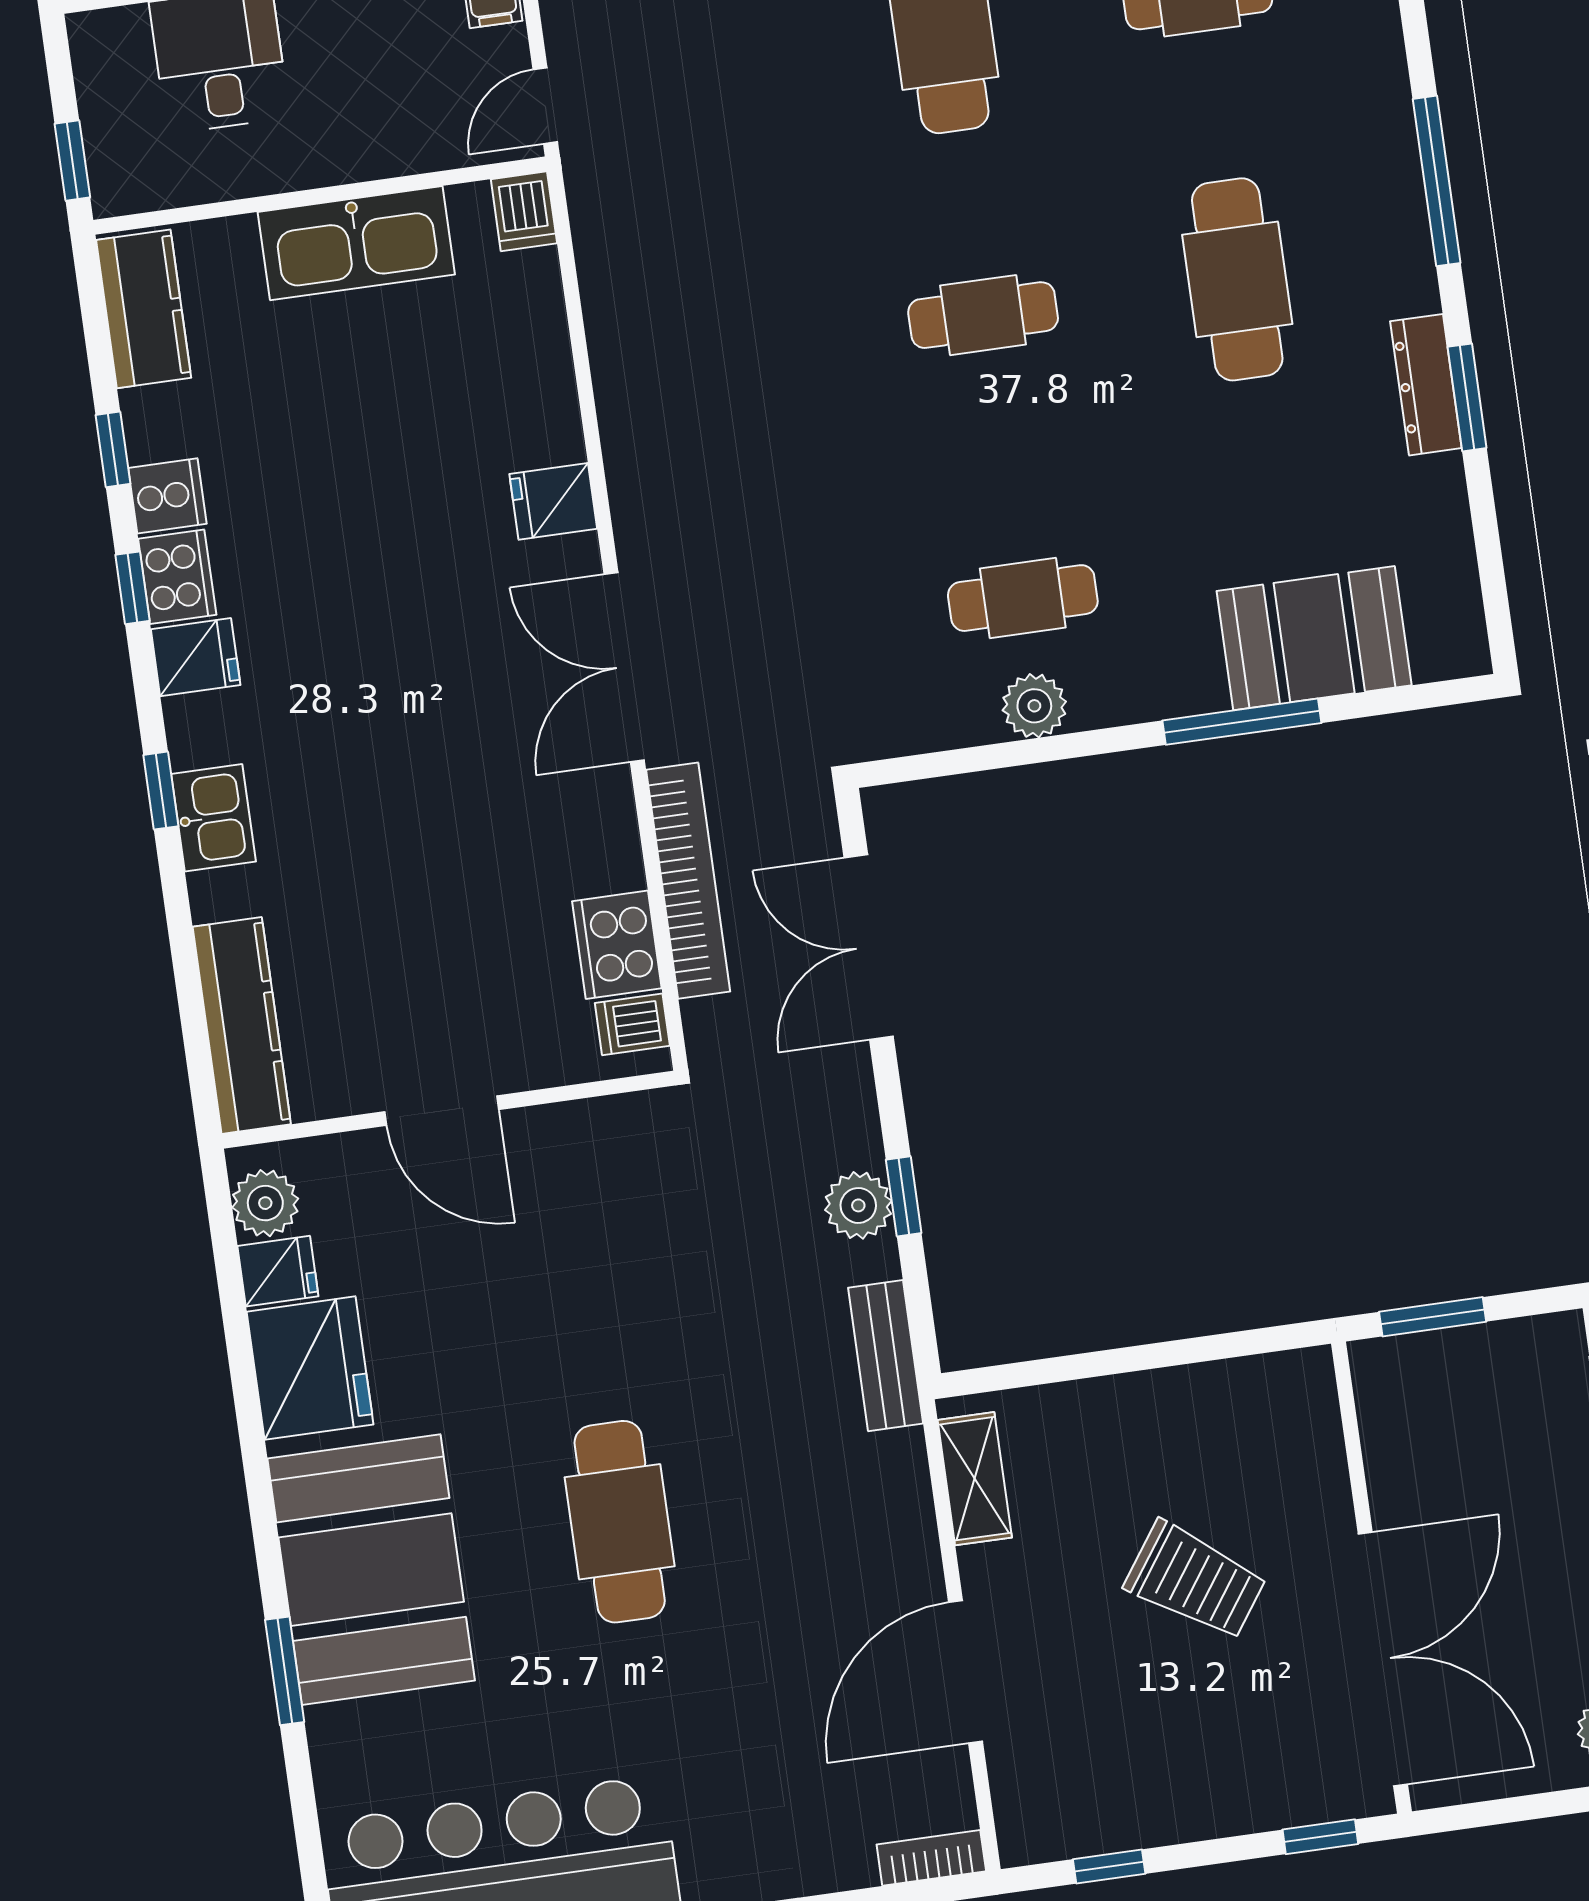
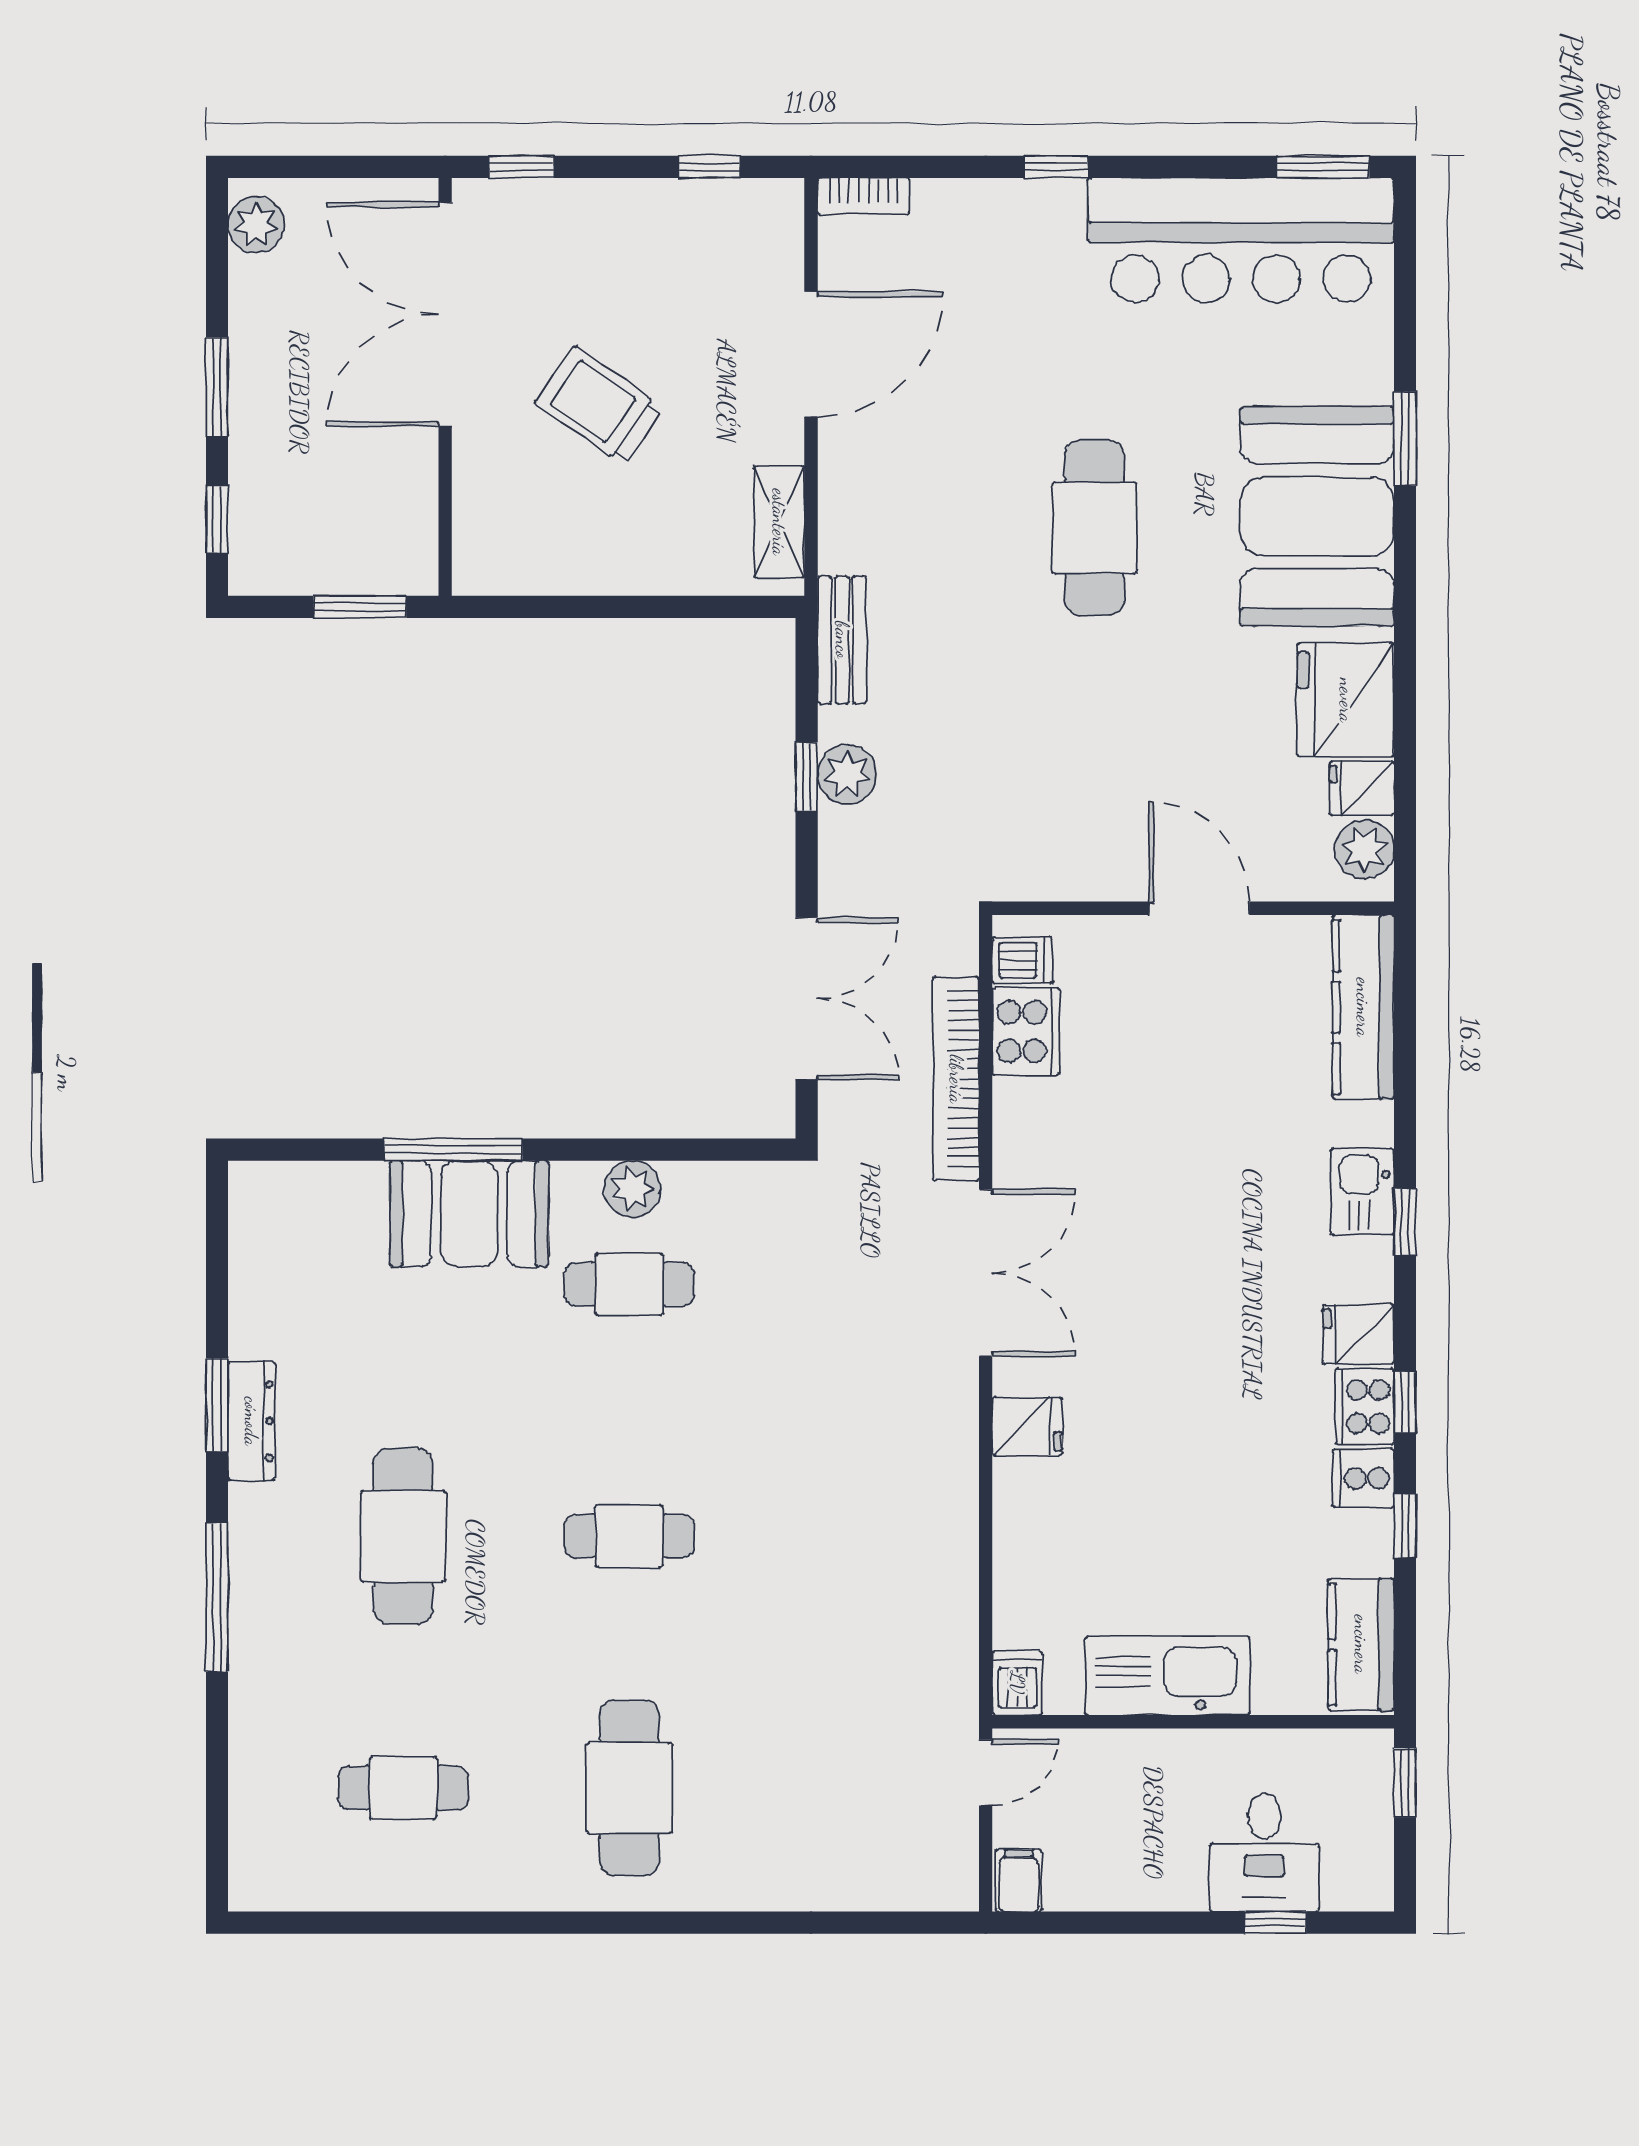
booth: (1314, 638) -> (469, 1214), moved

